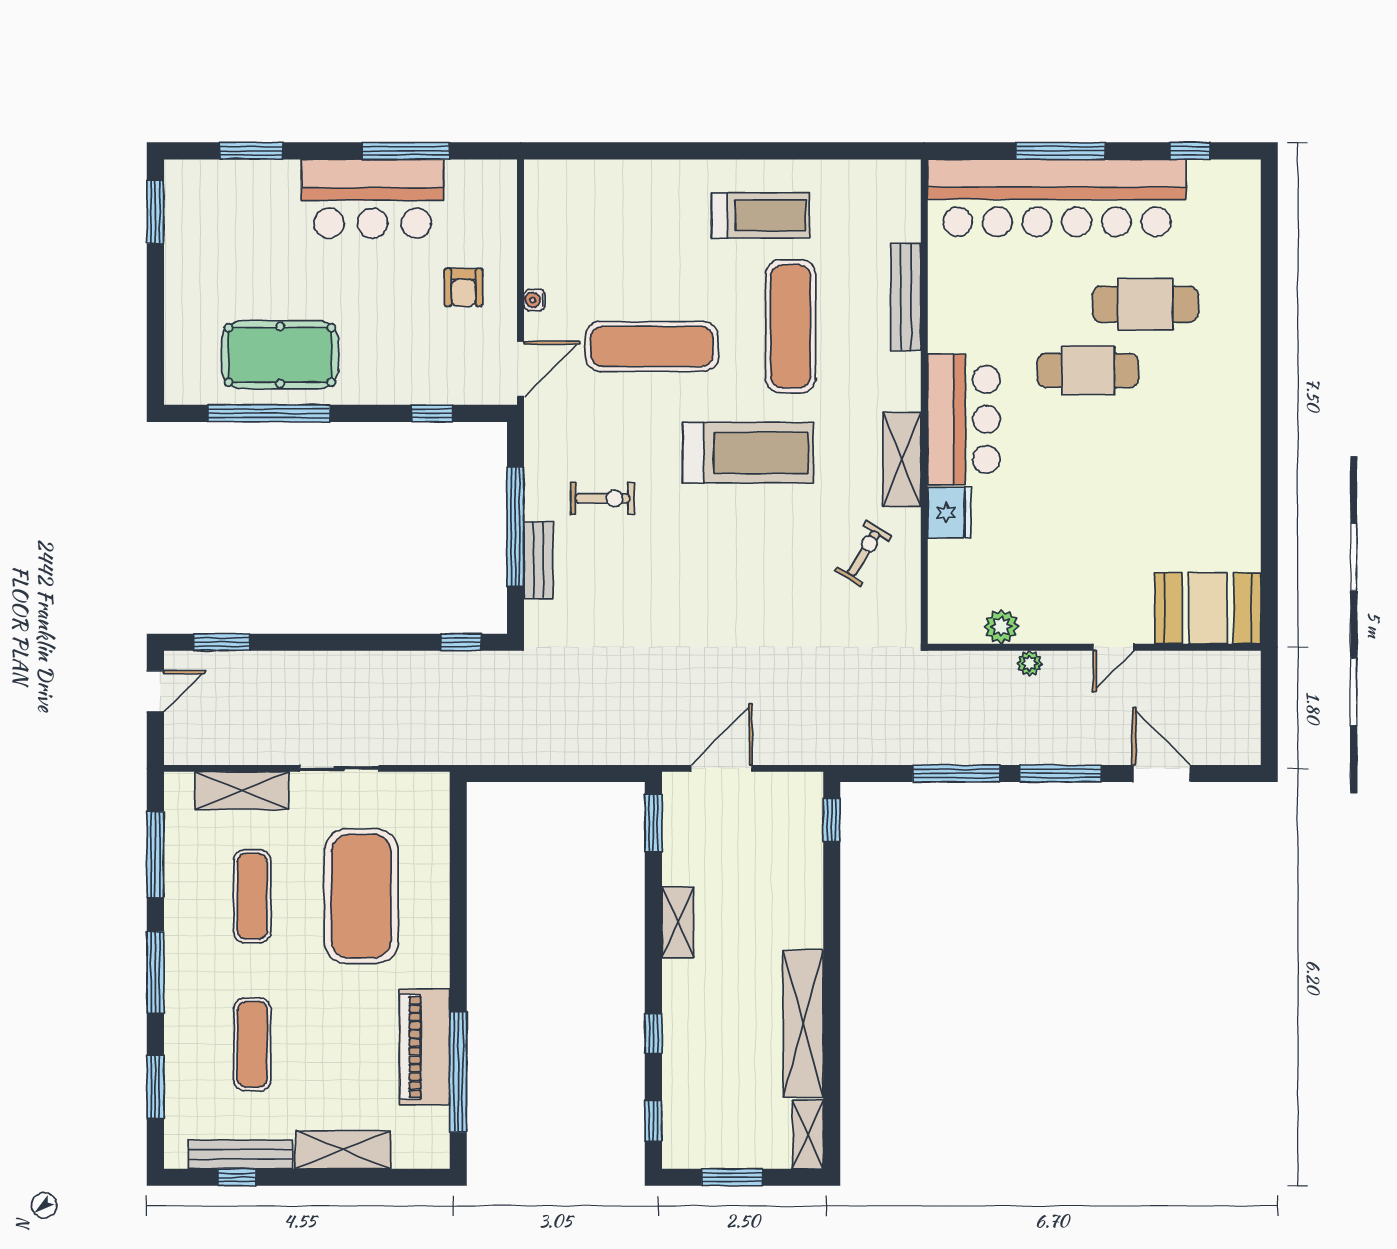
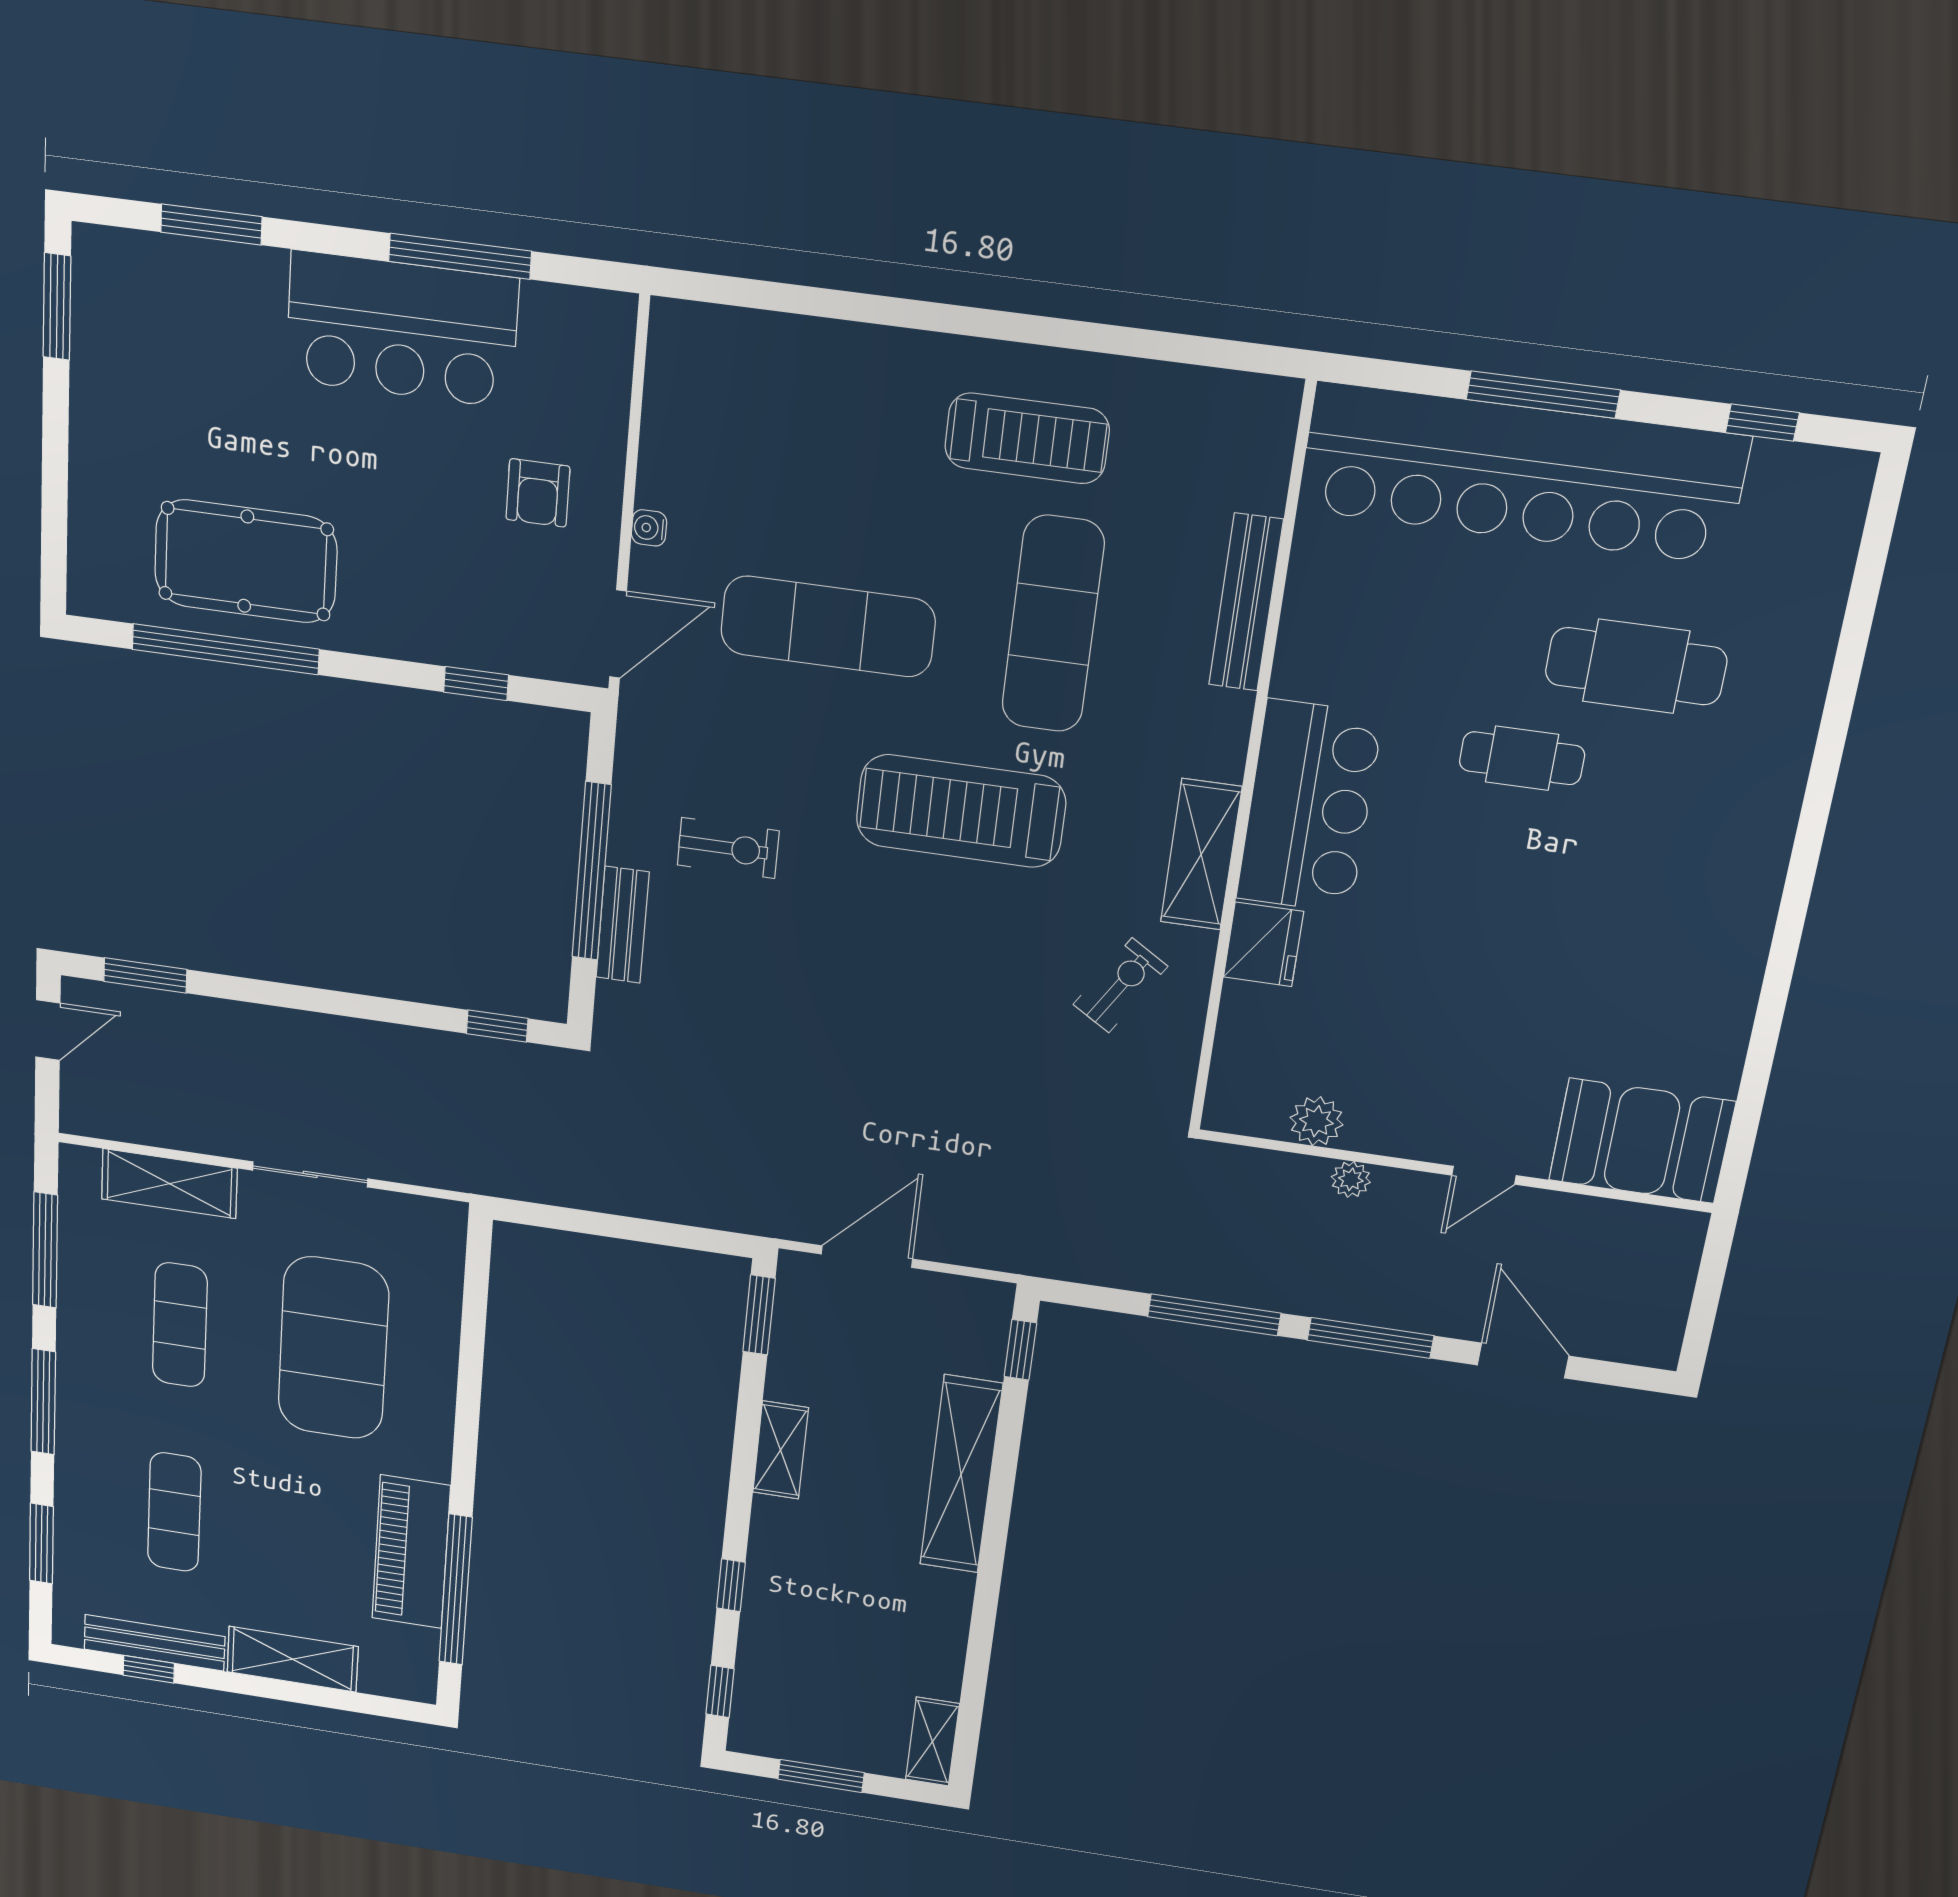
cafe table: (1088, 370) -> (1522, 758), width x0.73, depth x0.74
treadmill: (748, 453) -> (961, 811), turned 180
shelving: (803, 1024) -> (961, 1475), moved

